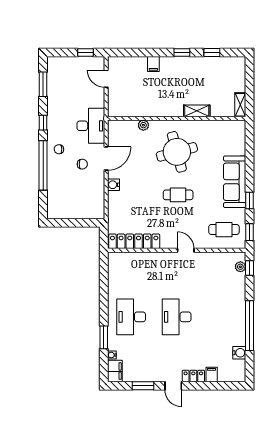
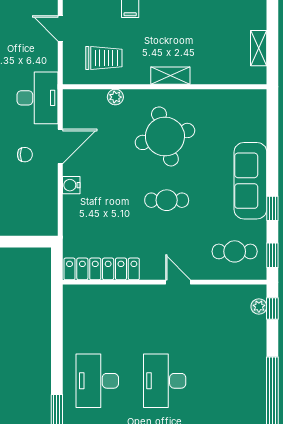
trolley: (136, 99) -> (104, 58), added
shelving: (240, 105) -> (259, 48), moved
shelving: (197, 111) -> (170, 76), moved

